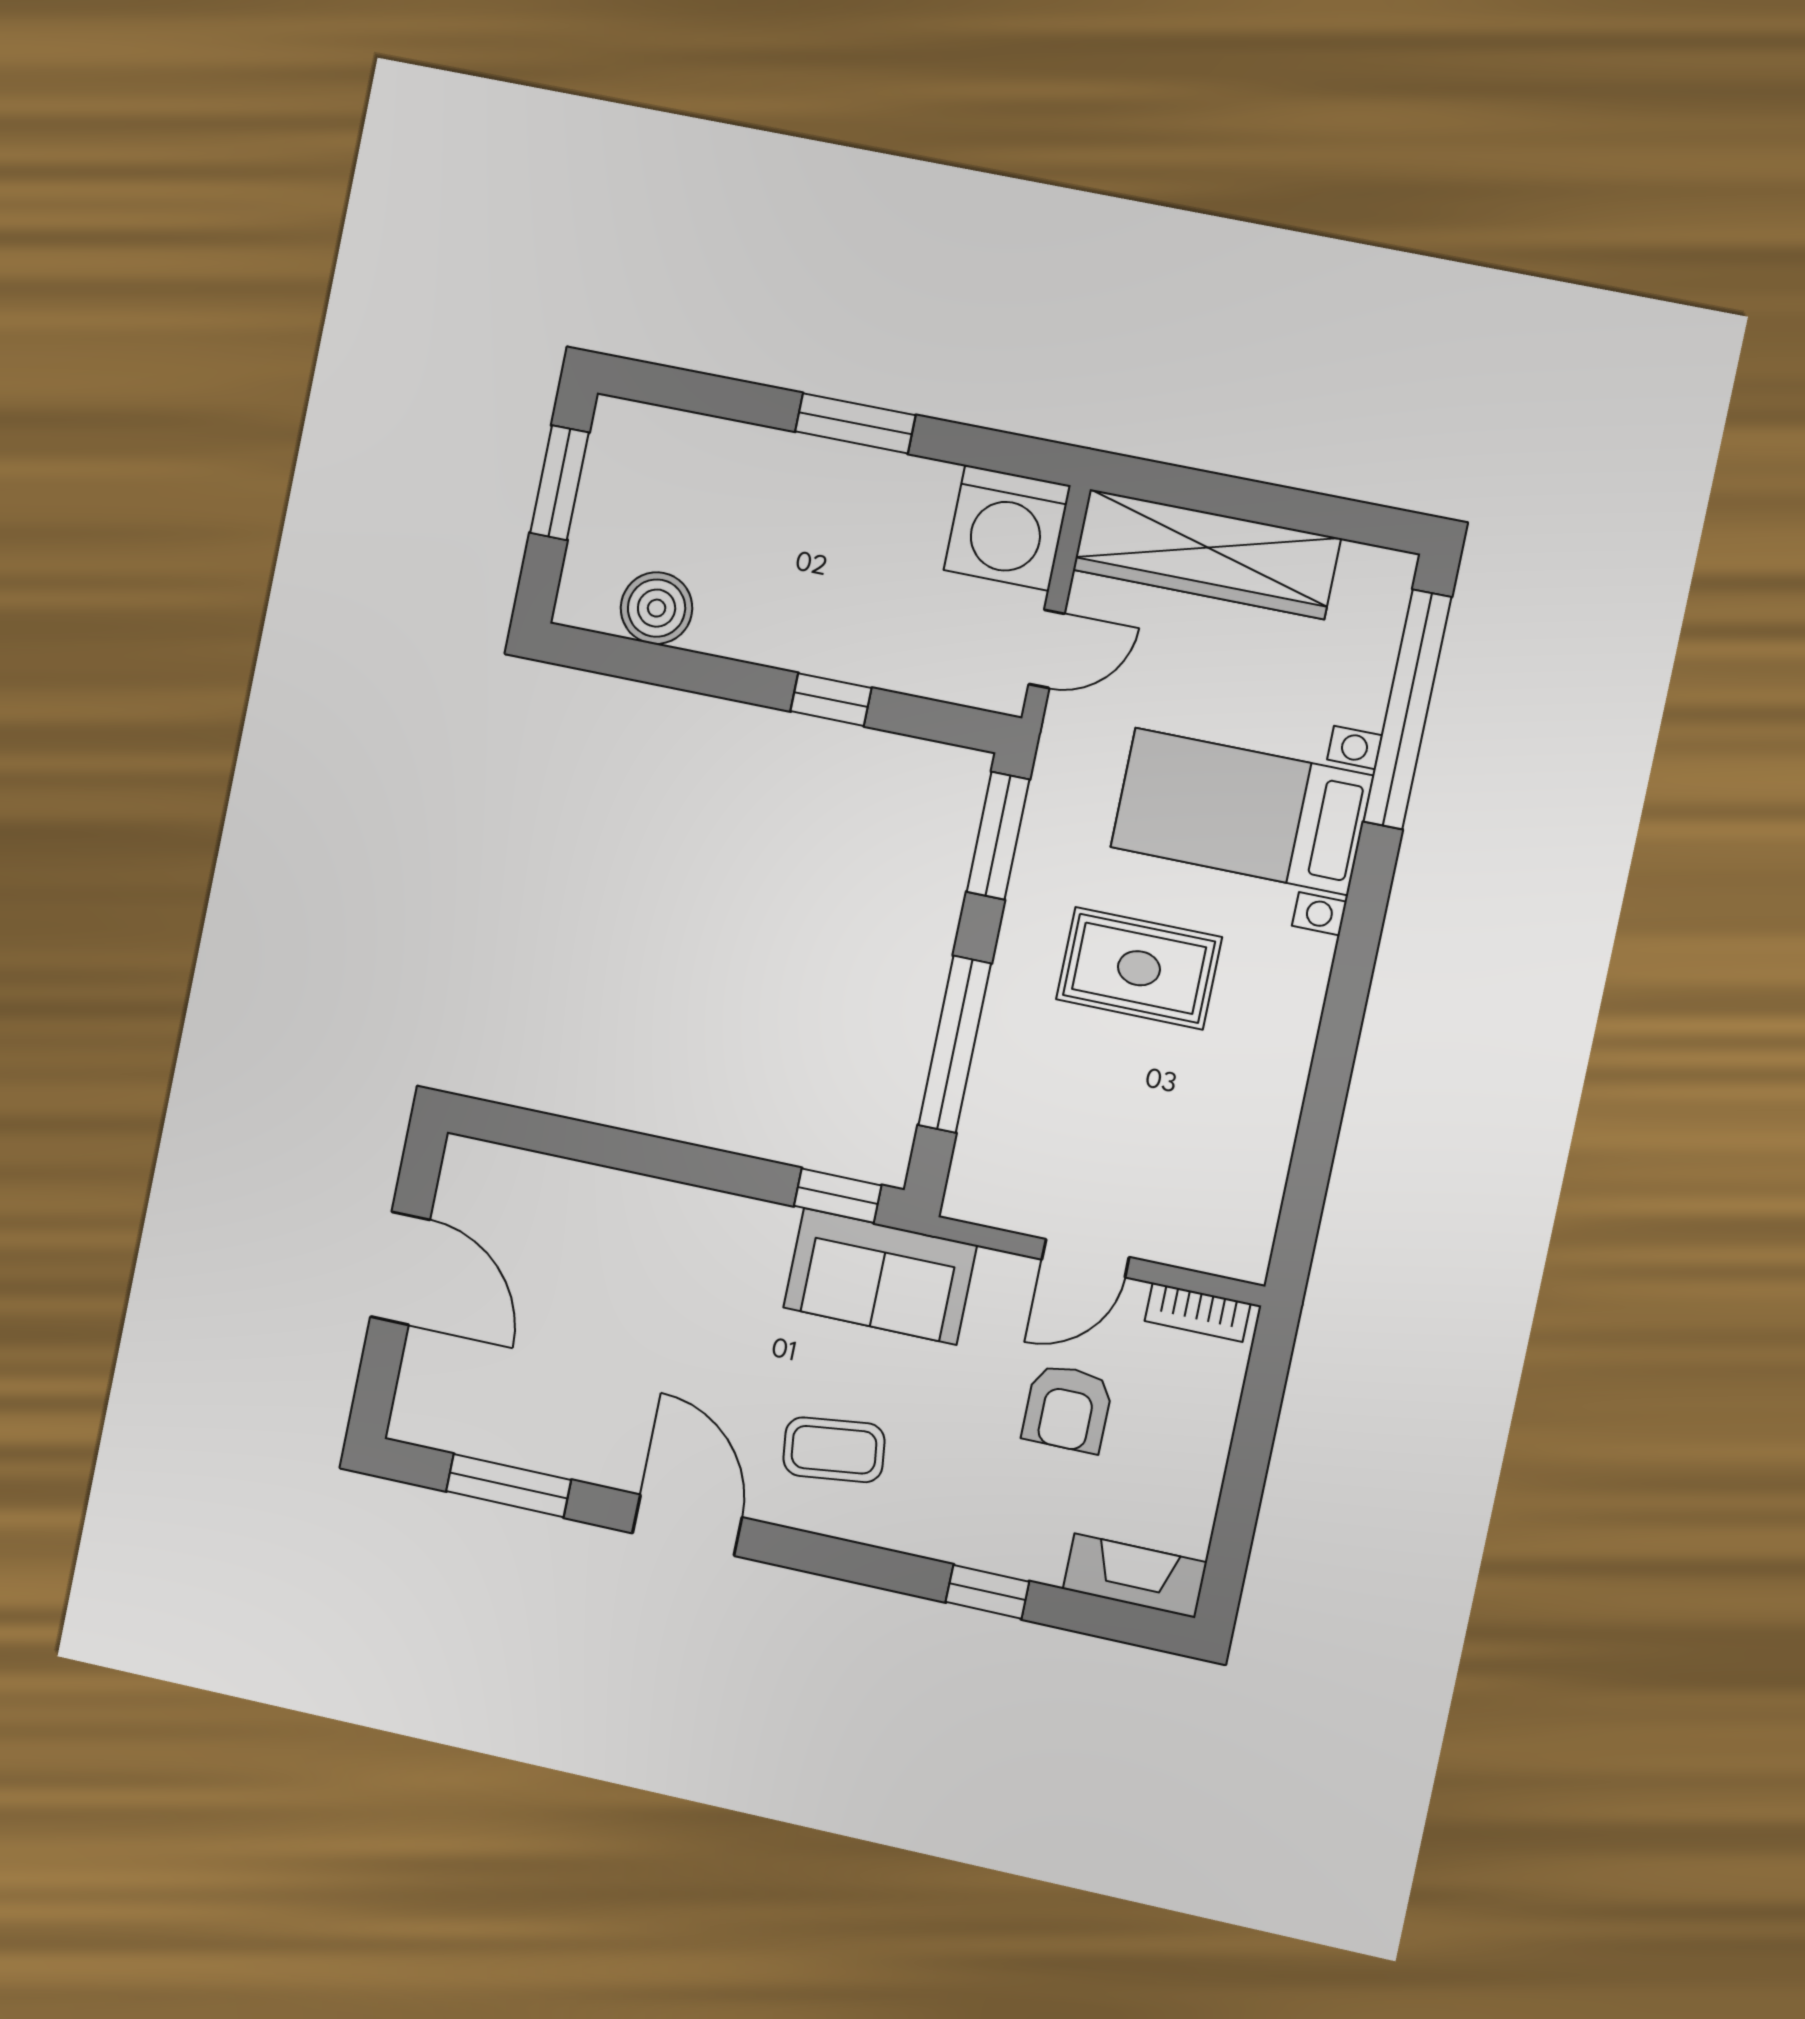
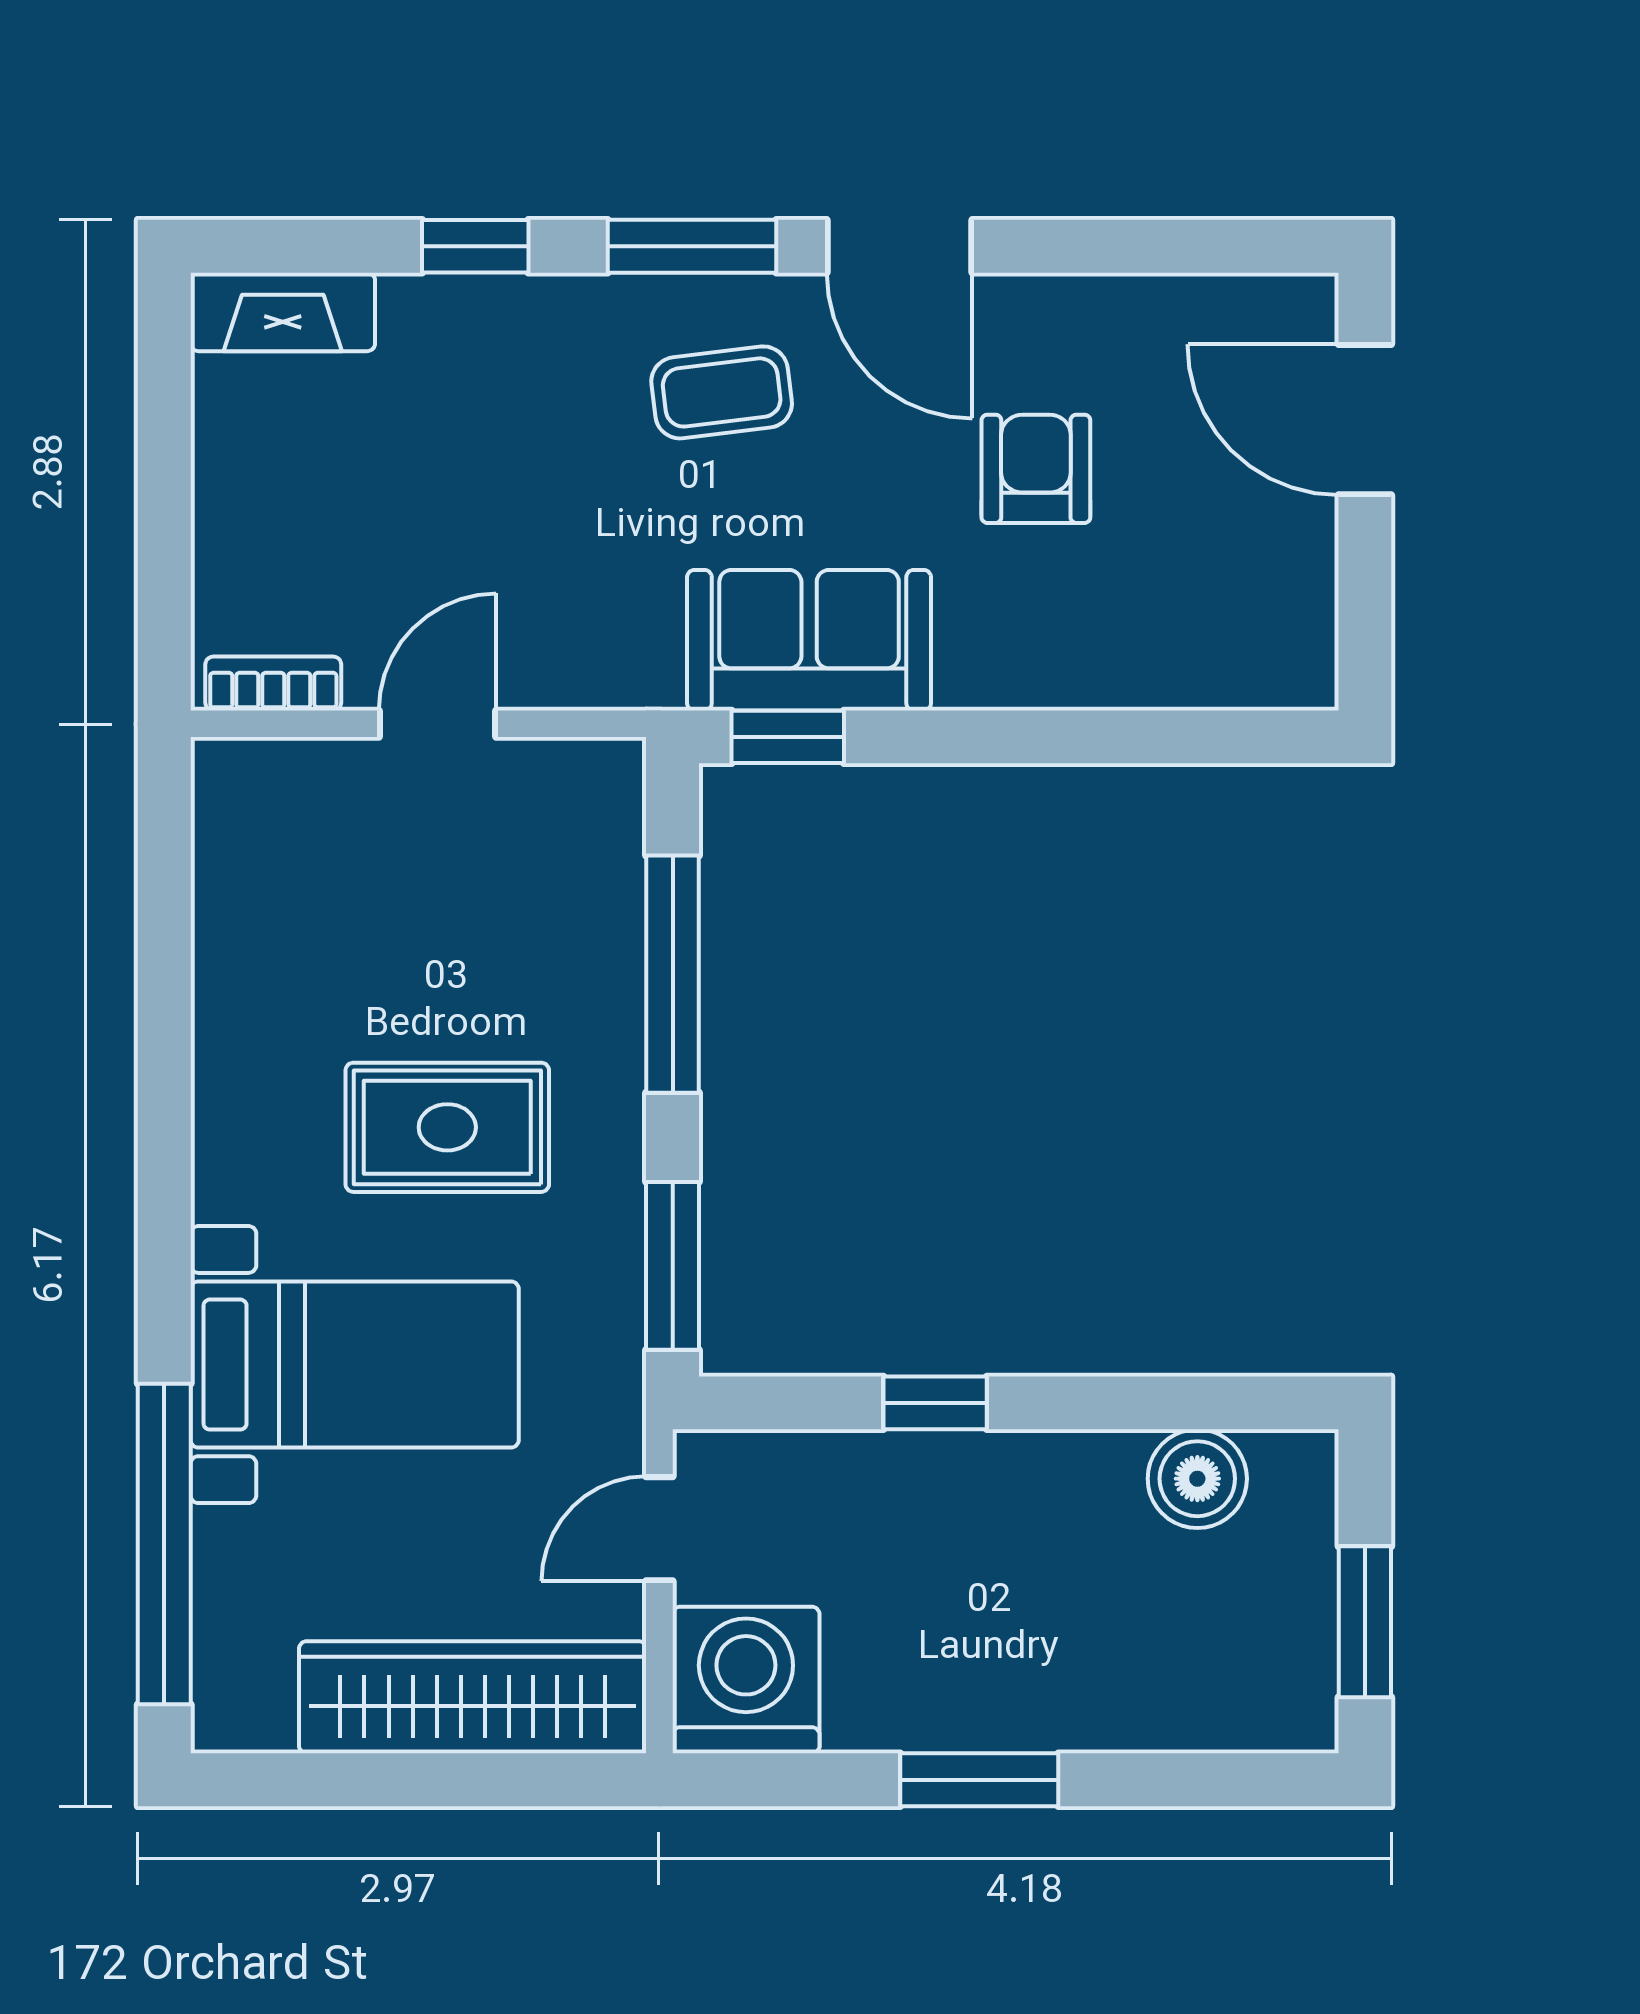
door: (400, 1268) -> (1365, 420), moved
sofa: (880, 1276) -> (809, 640), moved
armchair: (1067, 1408) -> (1036, 469), moved
window: (509, 1486) -> (692, 246), moved

